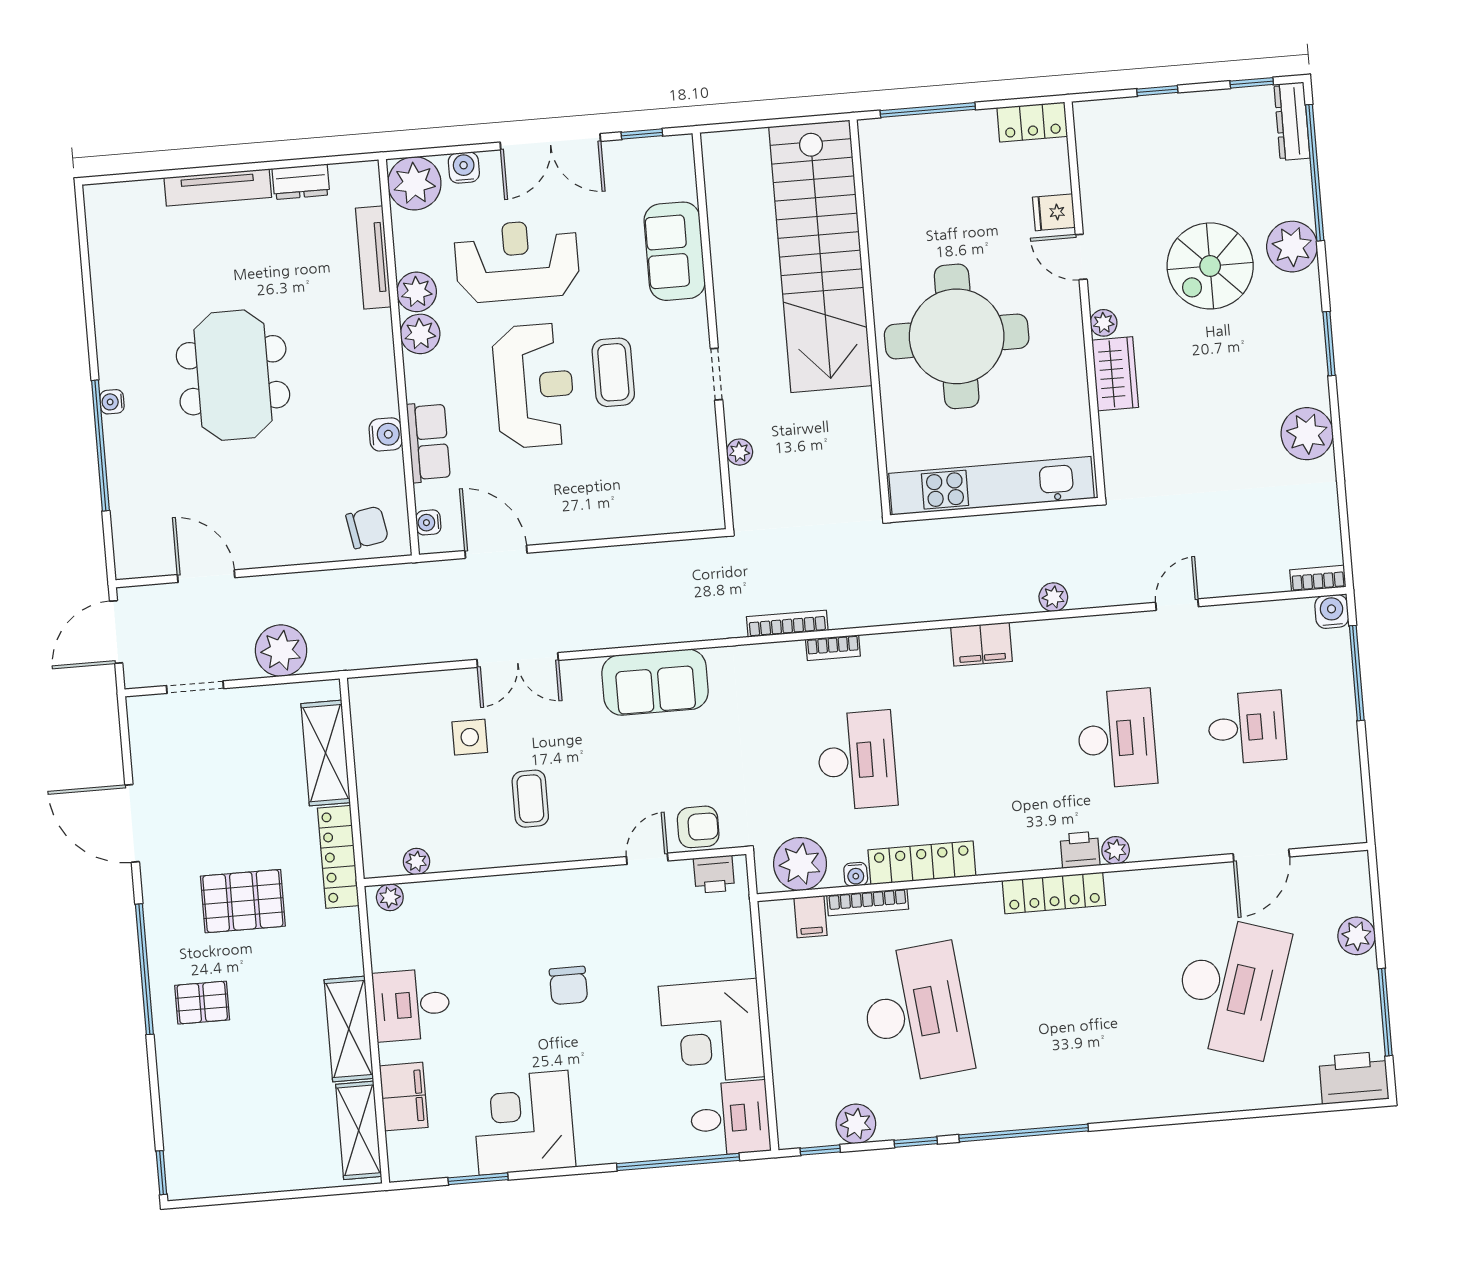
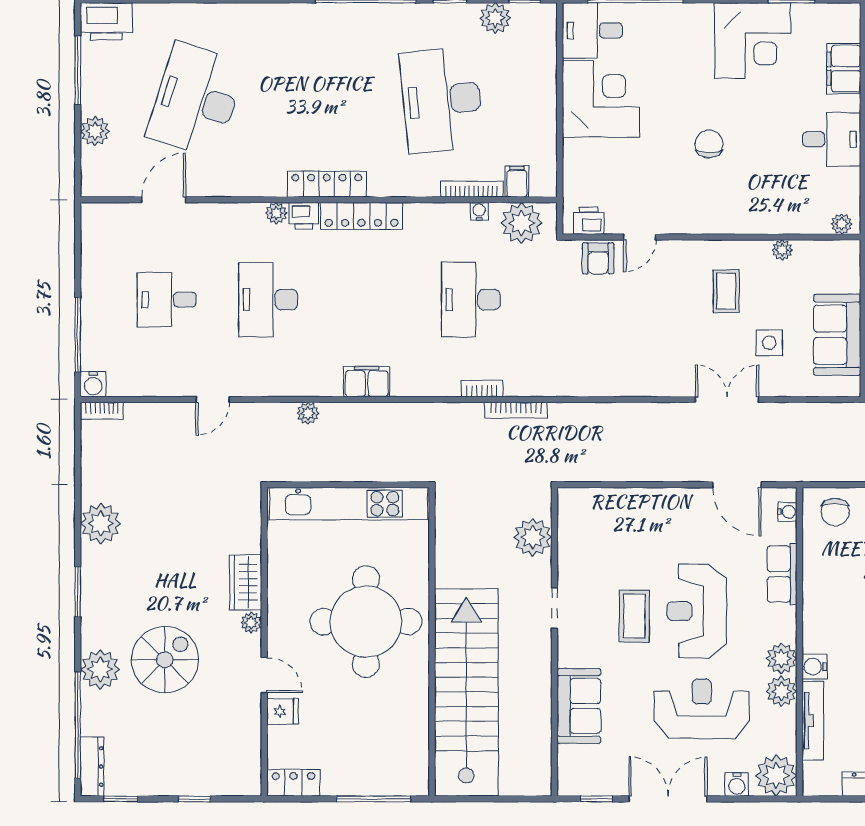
reception desk: (517, 261) -> (702, 709), turned 180
water cooler: (386, 434) -> (815, 667), moved
plant: (740, 452) -> (533, 537), width x1.88, depth x1.88
chair: (367, 527) -> (835, 512), turned -80
sofa: (655, 682) -> (837, 335), moved, turned -90
armchair: (698, 827) -> (598, 258), turned -90
plant: (416, 861) -> (782, 250), moved
locker: (922, 863) -> (362, 216), moved

